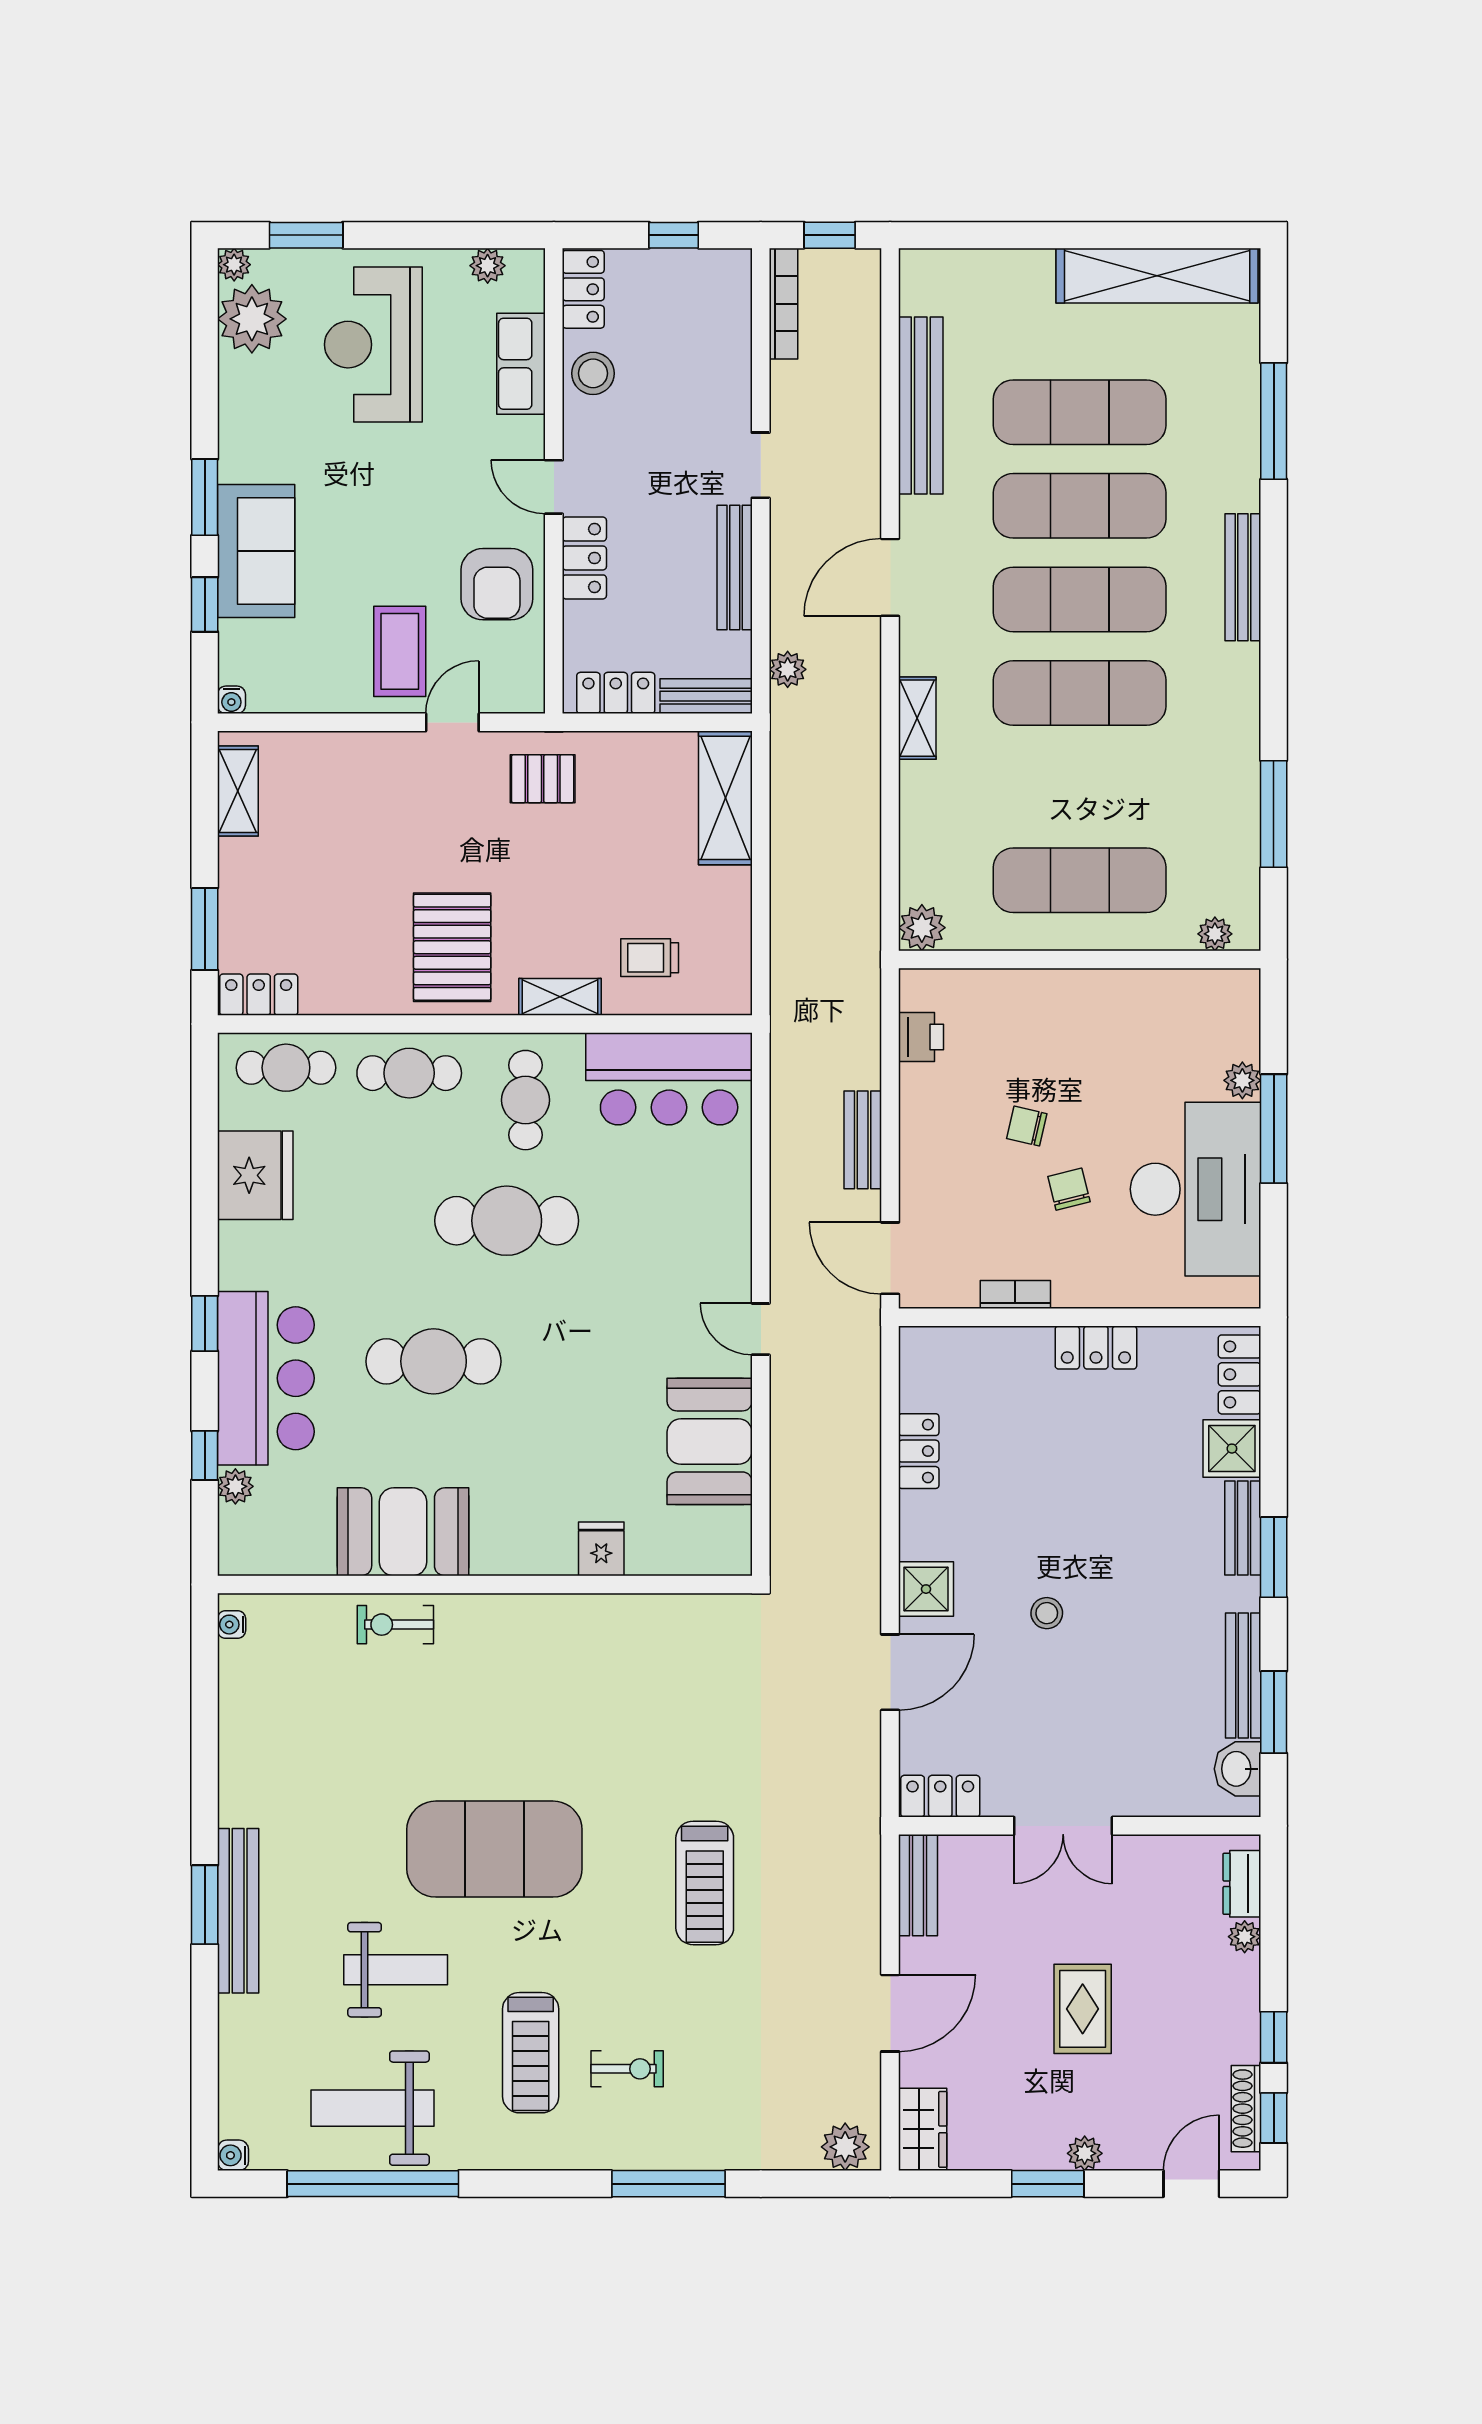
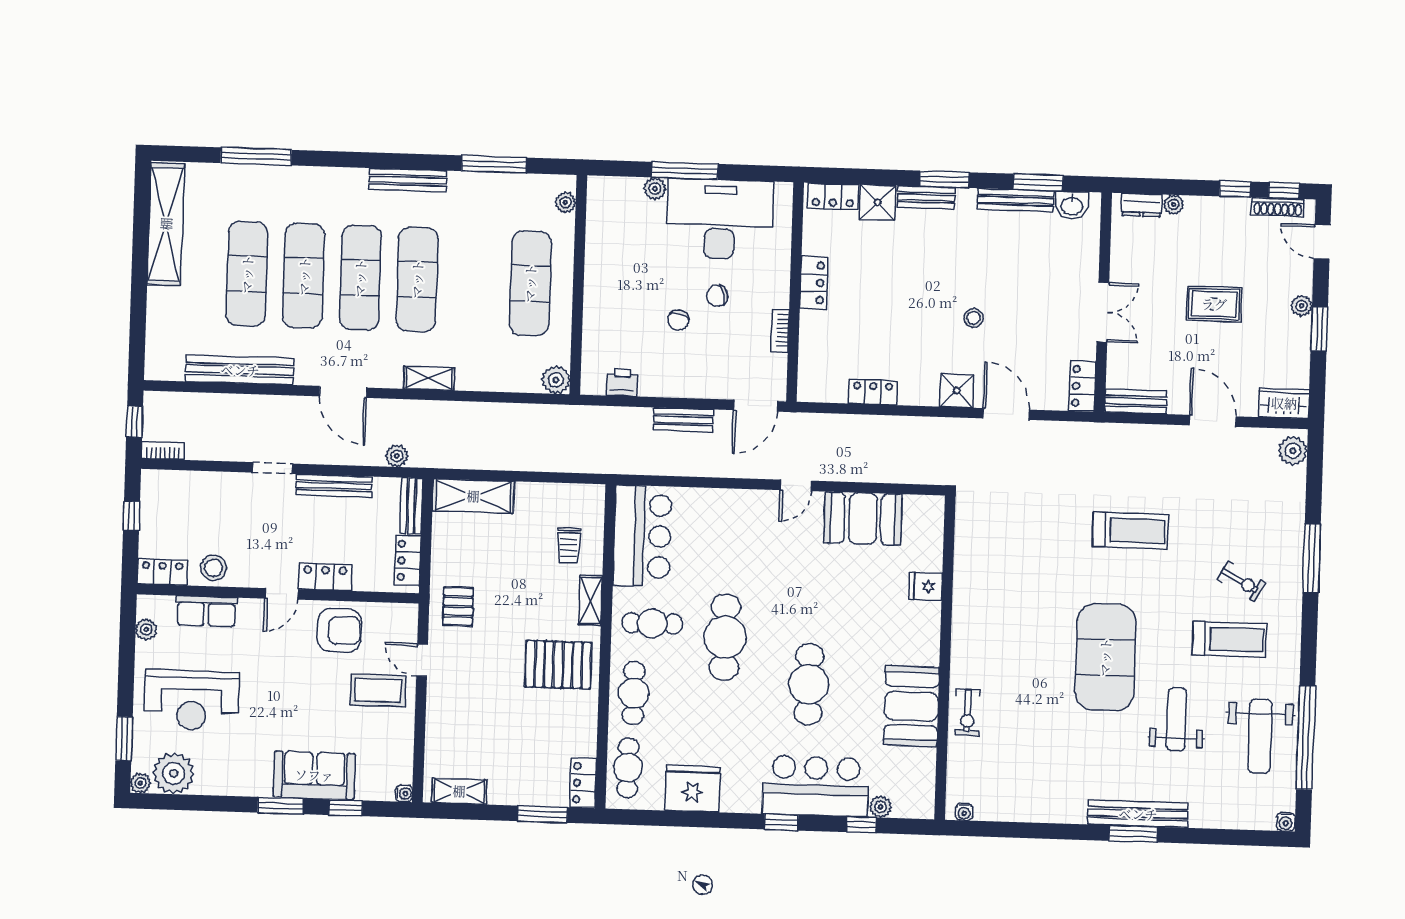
bookcase: (784, 304) -> (163, 451), width x0.64
bench: (1243, 577) -> (408, 180), moved
exercise bike: (627, 2069) -> (1241, 581), turned 119

